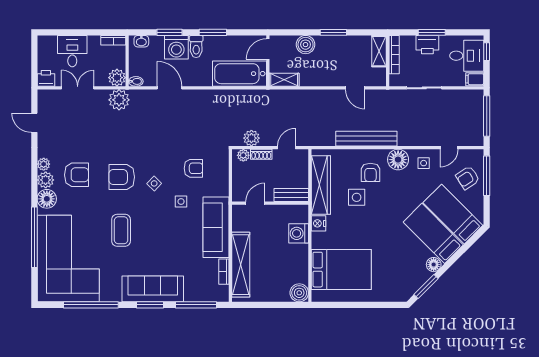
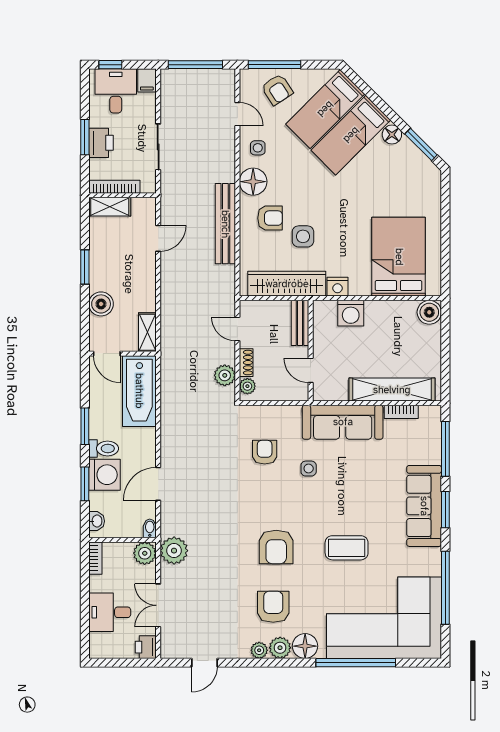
side table: (154, 183) -> (285, 504), removed

